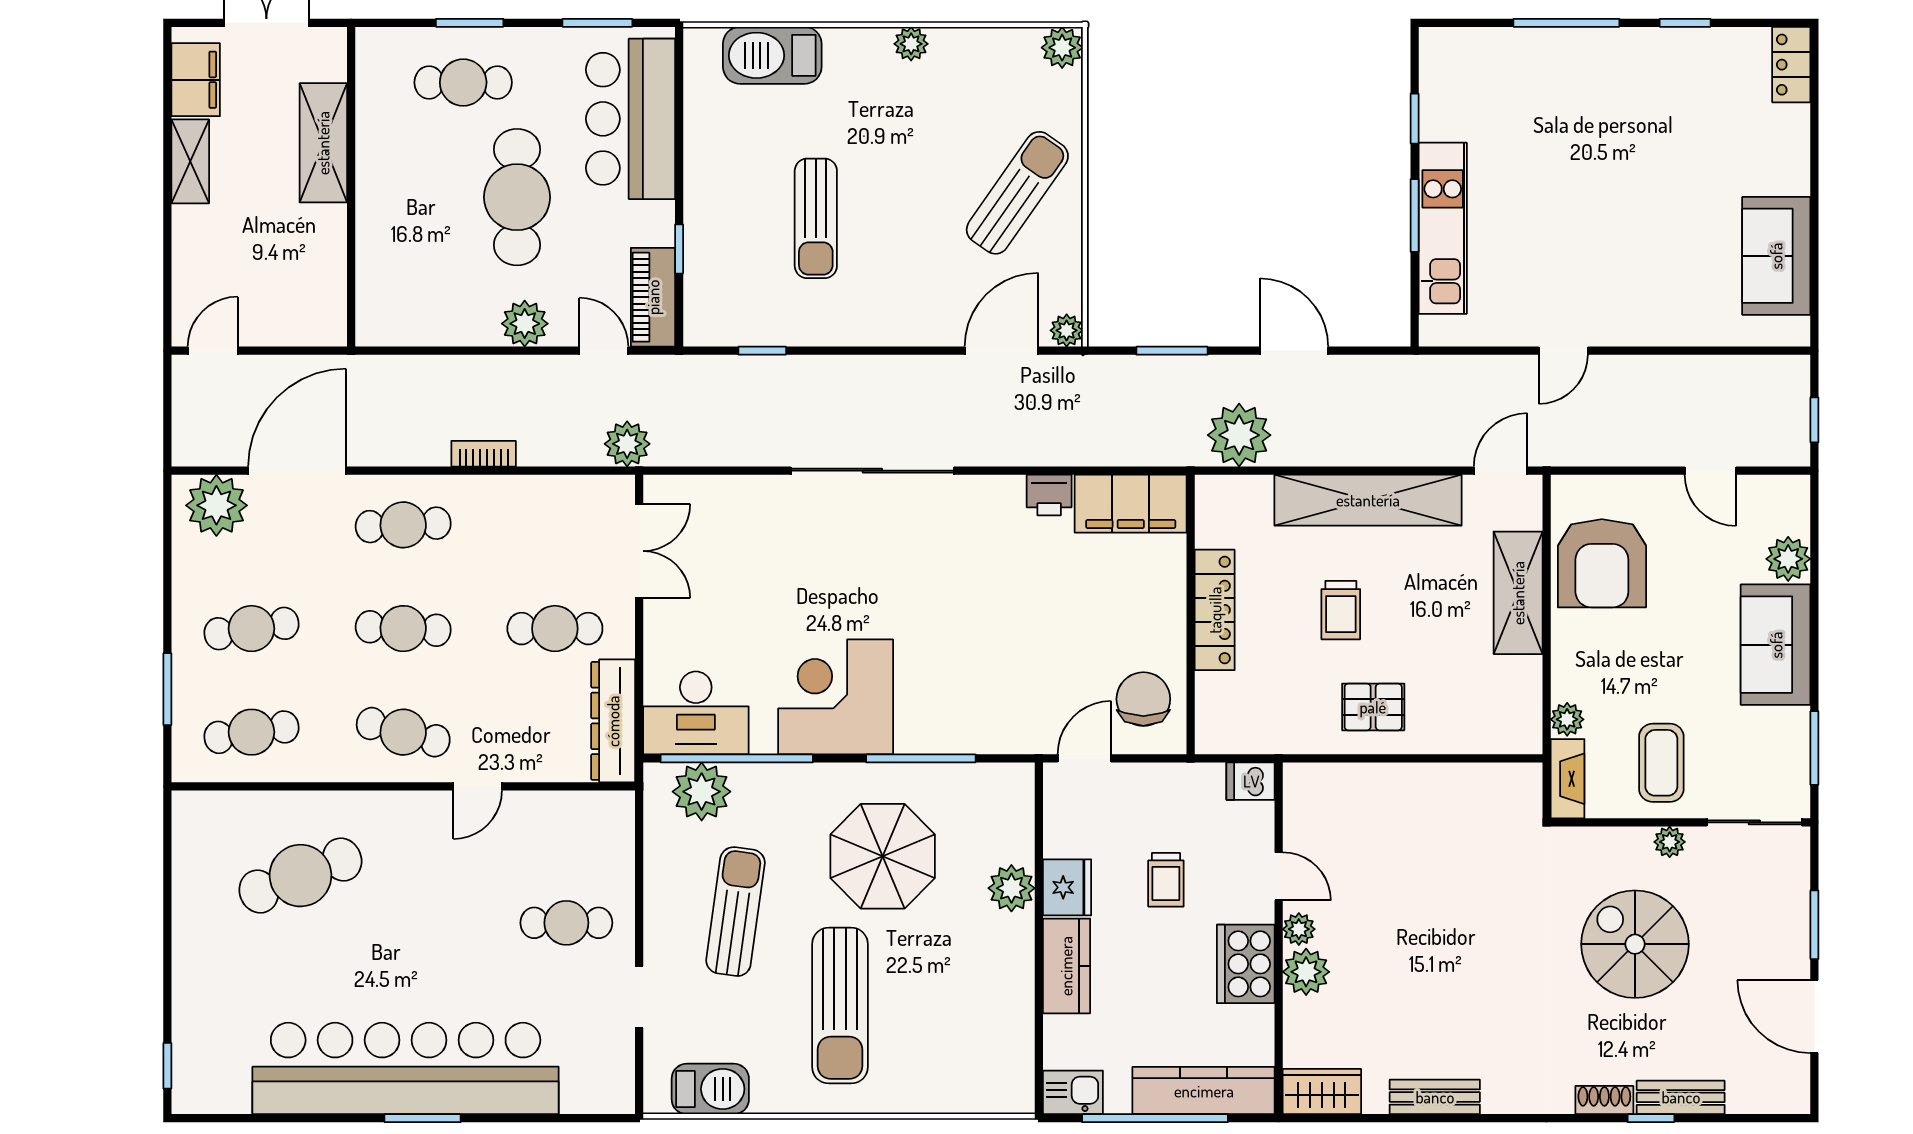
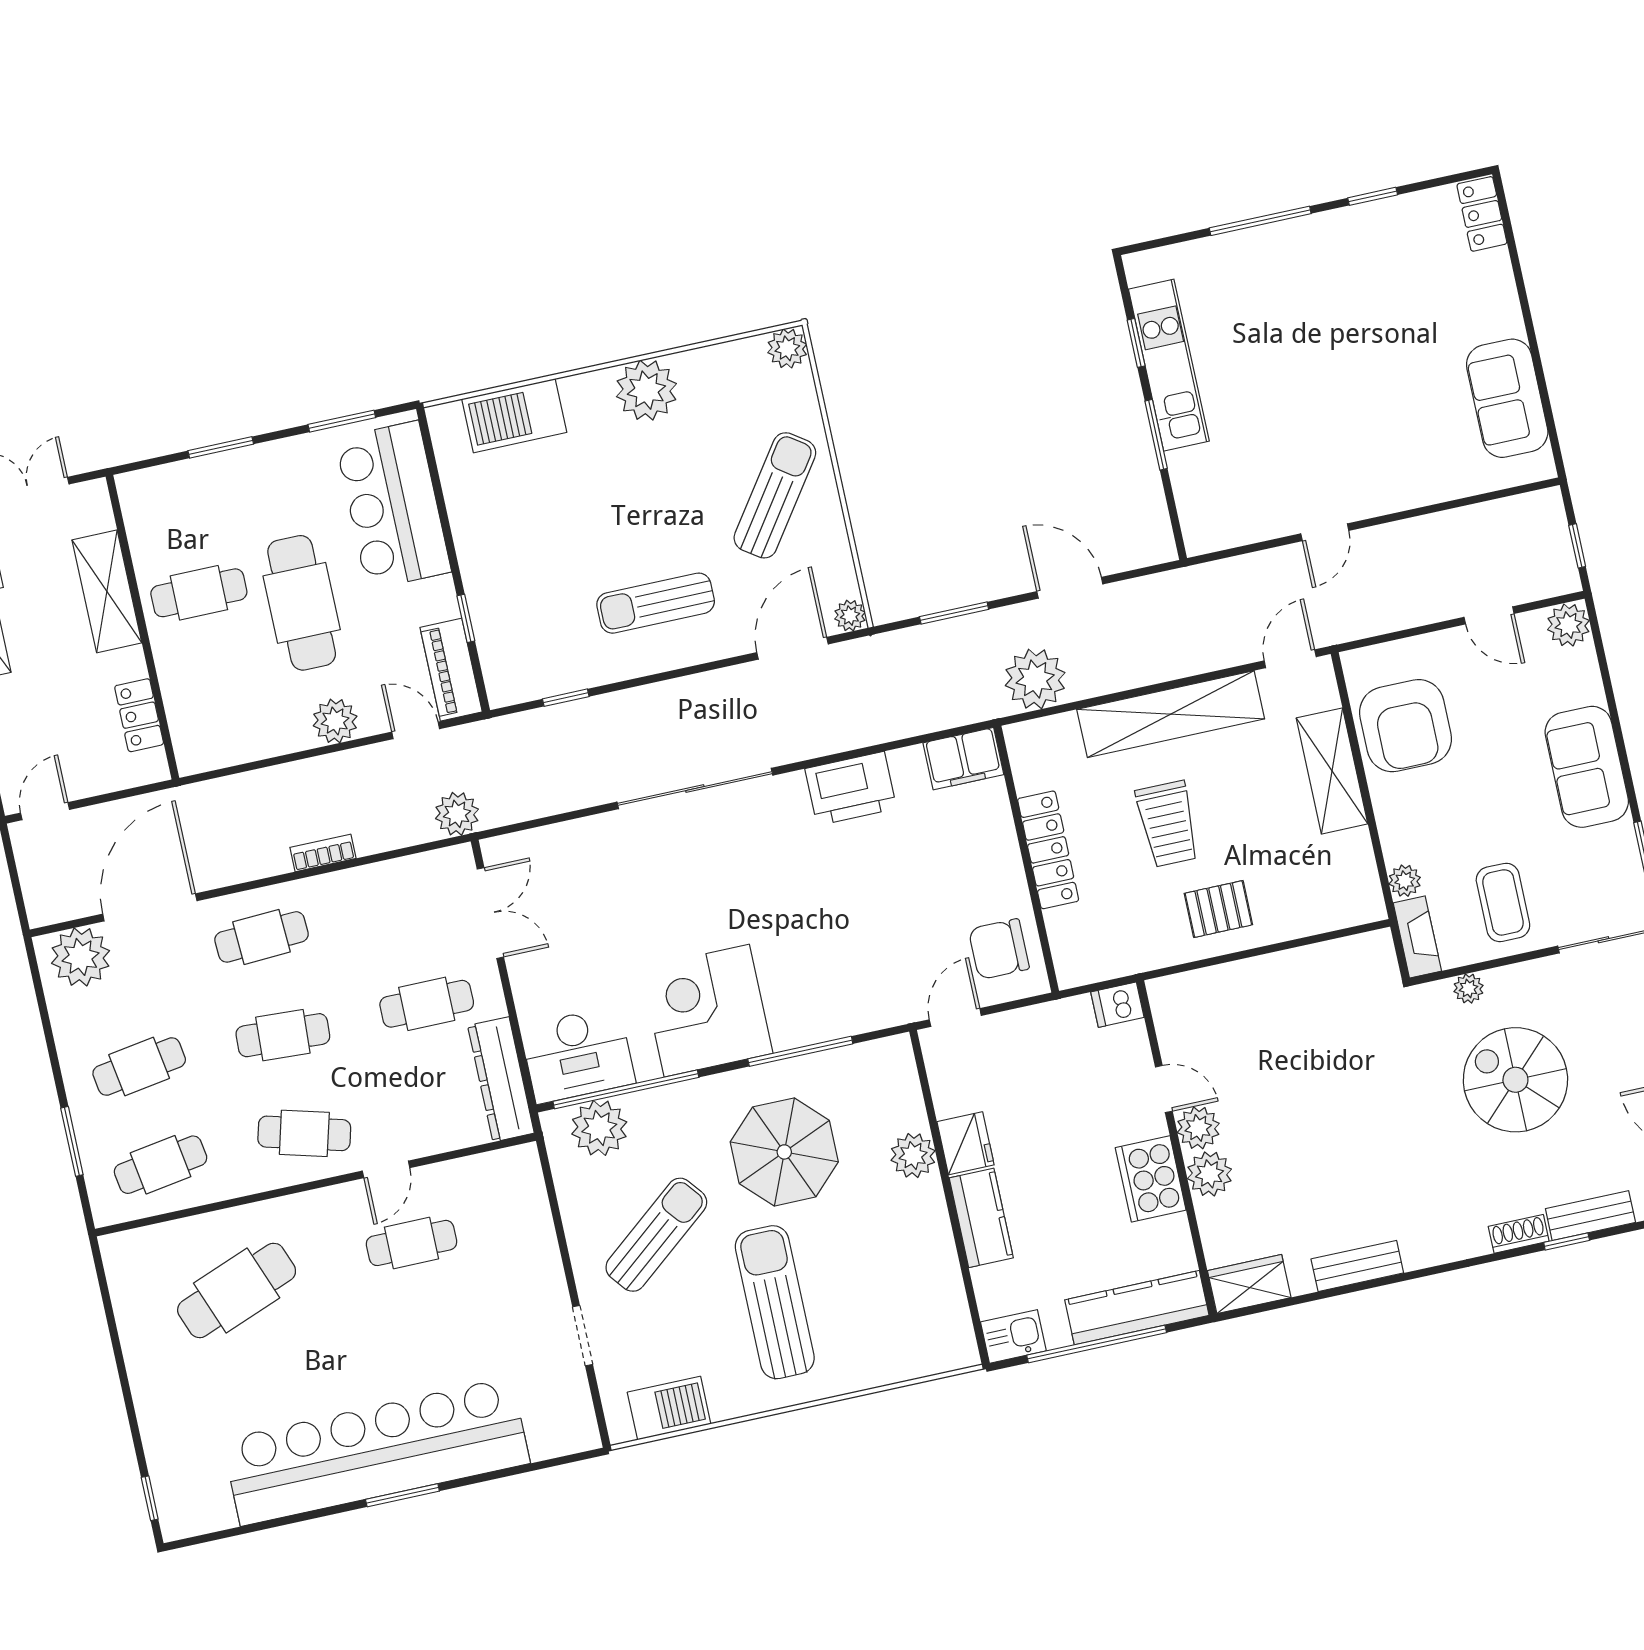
plant: (911, 44) -> (646, 390), width x1.88, depth x1.88
cafe table: (463, 82) -> (199, 593), moved
sun lounger: (816, 218) -> (656, 603), moved, turned 90
kitchen unit: (1443, 228) -> (1169, 365), moved
locker: (329, 275) -> (139, 715), added
printer: (1049, 495) -> (851, 789), width x1.87, depth x1.48
filing cabinet: (1131, 504) -> (963, 759), width x0.67, depth x0.86
plant: (1788, 559) -> (1568, 625), moved
trolley: (1341, 610) -> (1168, 824), width x1.36, depth x1.39
chair: (1143, 699) -> (999, 949), turned -90
plant: (1670, 842) -> (1469, 988), moved
trolley: (1166, 880) -> (1058, 1116), removed
sun lounger: (735, 912) -> (656, 1235), turned 43
cafe table: (566, 923) -> (412, 1243), moved
plant: (1299, 929) -> (1198, 1128), width x1.38, depth x1.38
sun lounger: (840, 1006) -> (775, 1302), turned 180

